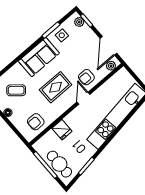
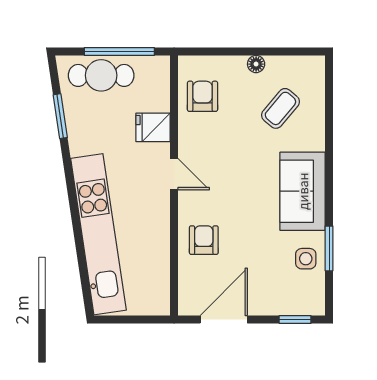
plant: (79, 22) -> (303, 305), removed
door: (108, 46) -> (224, 319), hinge flipped
plant: (111, 66) -> (188, 296), removed
rug: (56, 87) -> (231, 176), removed
door: (83, 98) -> (174, 174), moved

